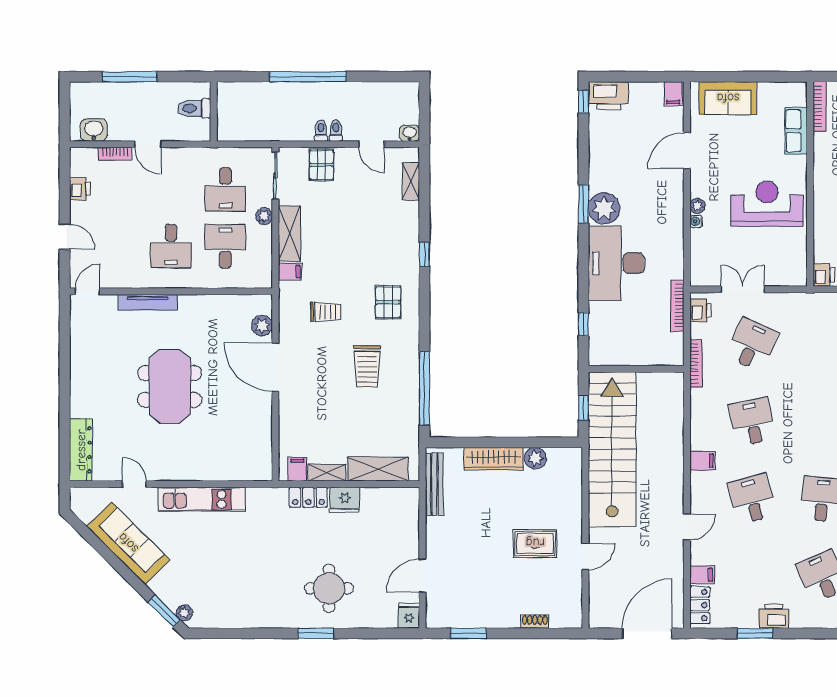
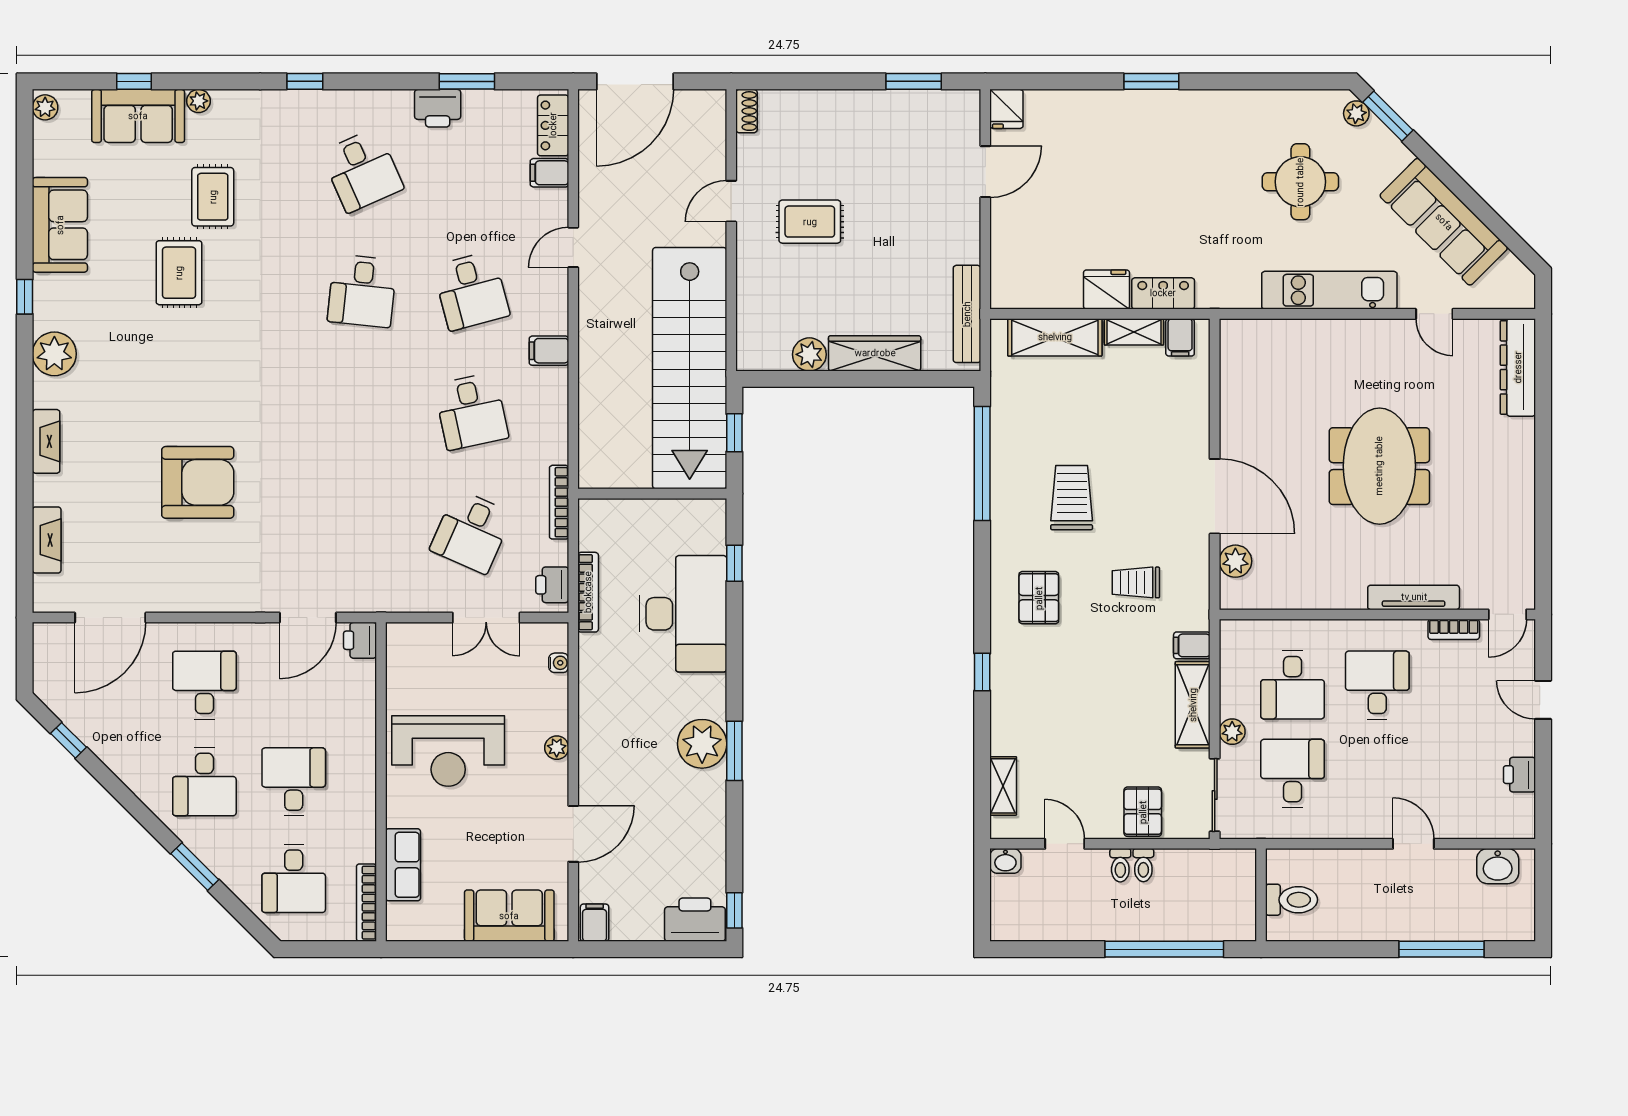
toilet: (194, 108) -> (1292, 900), moved
wall: (214, 111) -> (1261, 895), moved
bookcase: (115, 154) -> (1454, 629), moved, turned 180
water cooler: (696, 221) -> (559, 663), moved
desk: (616, 263) -> (683, 614), moved
round table: (329, 588) -> (1300, 182), moved
shoe rack: (535, 622) -> (746, 111), moved, turned -90

